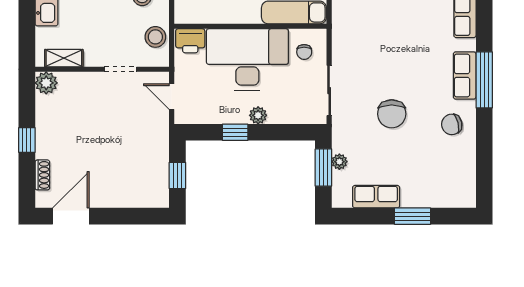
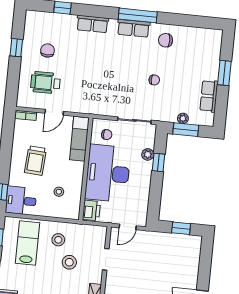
stool: (155, 37) -> (69, 262), moved
chair: (392, 114) -> (154, 80), width x0.54, depth x0.54
plant: (258, 115) -> (148, 154), moved
chair: (452, 124) -> (165, 40), turned 103
window: (235, 132) -> (158, 162), moved

